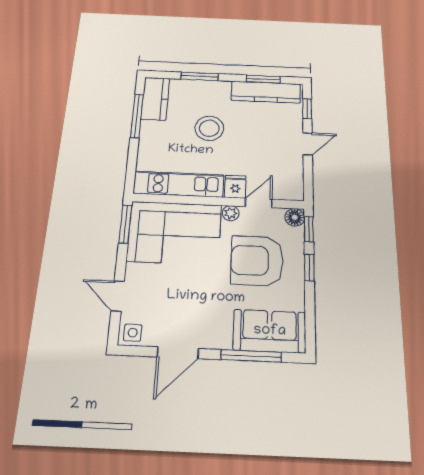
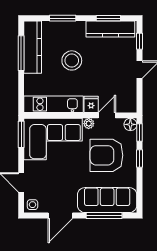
kitchen counter: (155, 99) -> (33, 47), width x1.50
sofa: (270, 331) -> (107, 200), width x1.36

